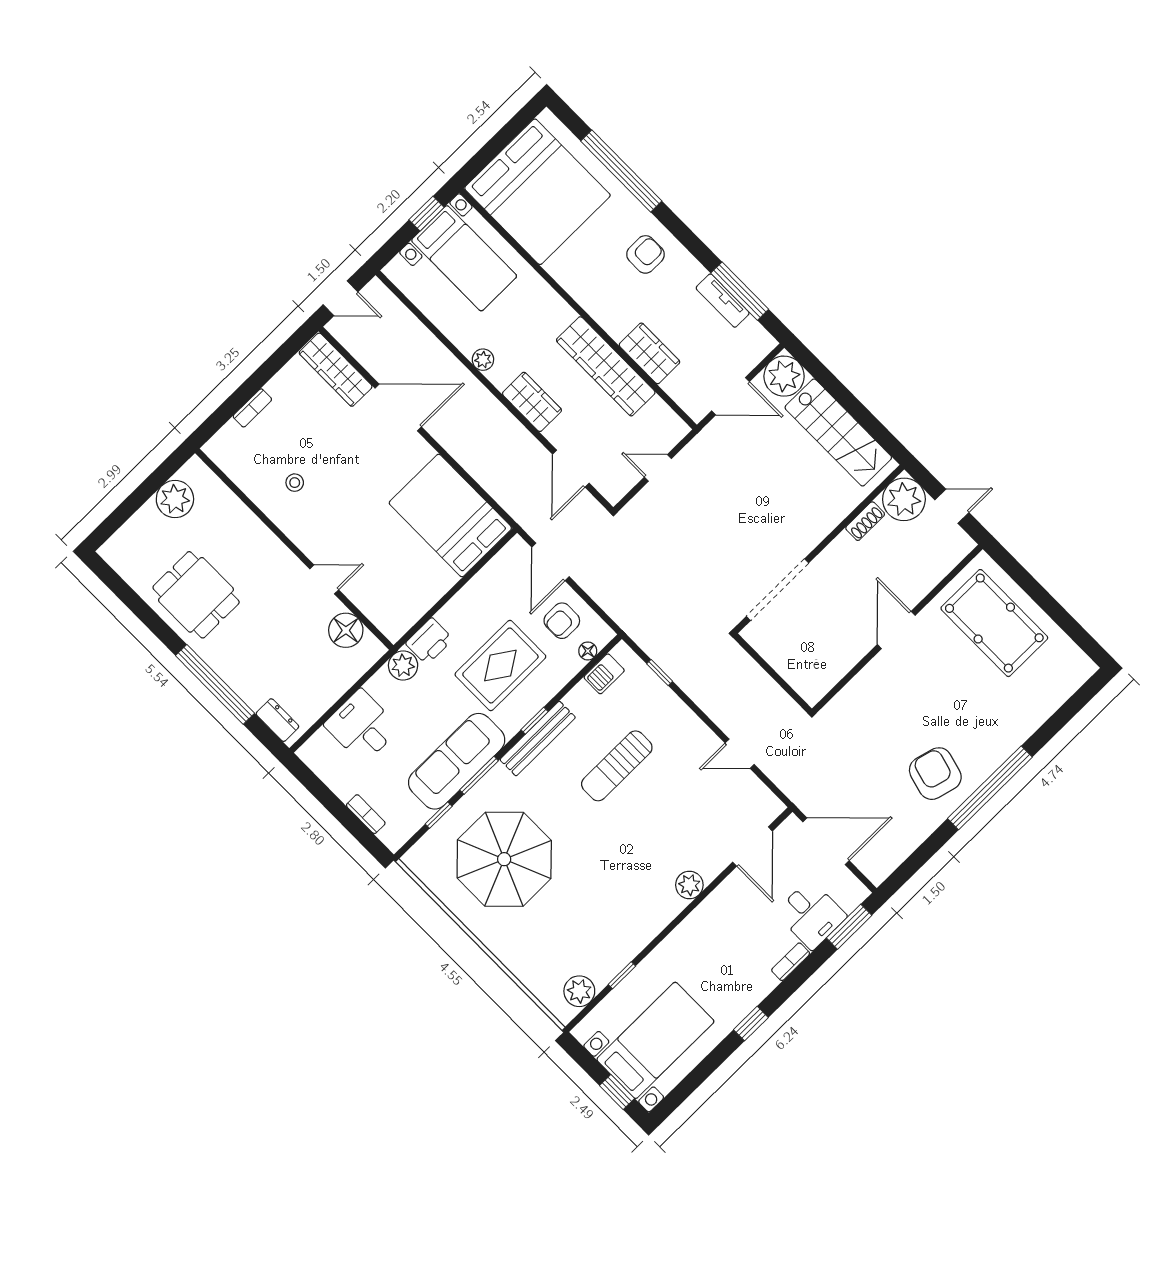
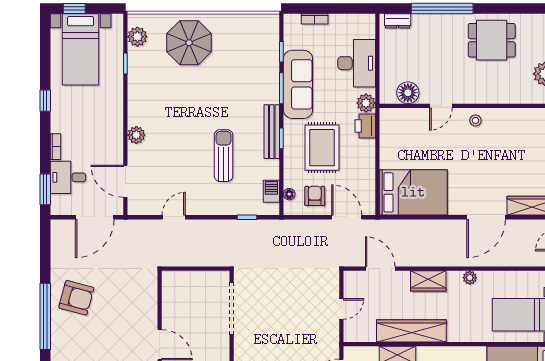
stool: (295, 483) -> (475, 120), moved
desk: (362, 726) -> (357, 63), width x1.37
parasol: (504, 859) -> (189, 43), moved, width x0.73, depth x0.73

